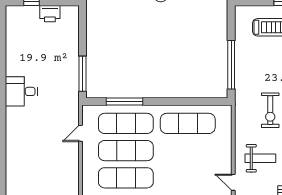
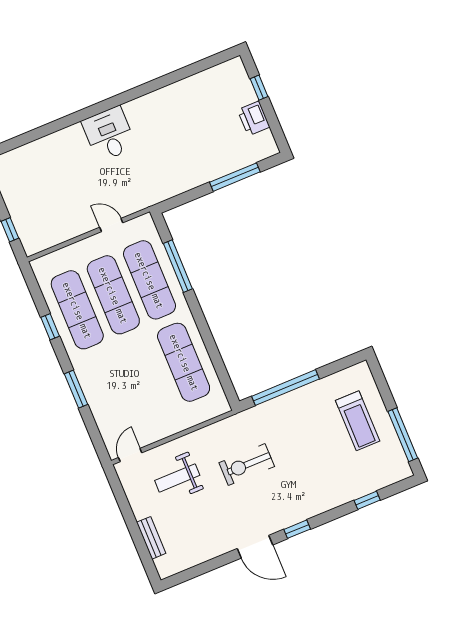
window: (82, 74) -> (235, 177), moved
desk: (21, 91) -> (109, 134), moved
weight bench: (260, 158) -> (177, 478), turned 90

